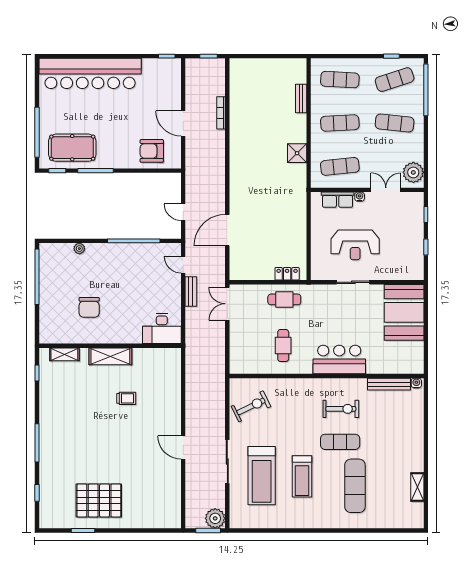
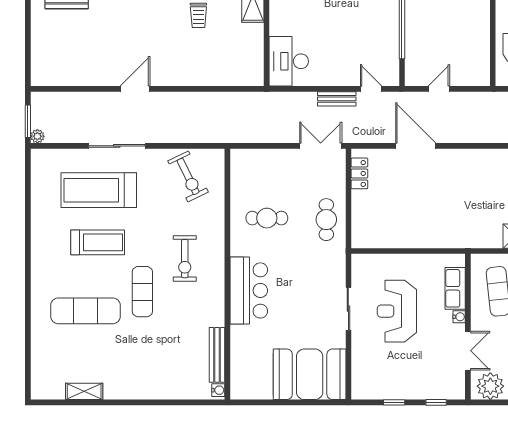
door: (183, 265) -> (371, 89), hinge flipped
locker: (287, 274) -> (359, 173), moved
exercise bike: (341, 409) -> (185, 259), moved
treadmill: (302, 476) -> (98, 242), turned 180
plant: (215, 518) -> (37, 136), width x0.53, depth x0.53

